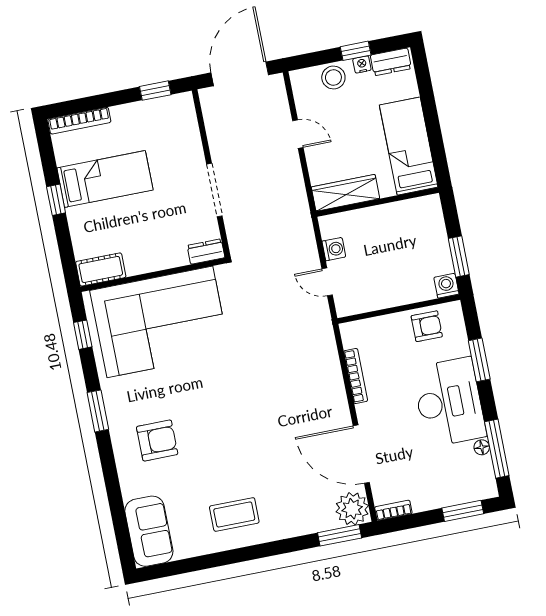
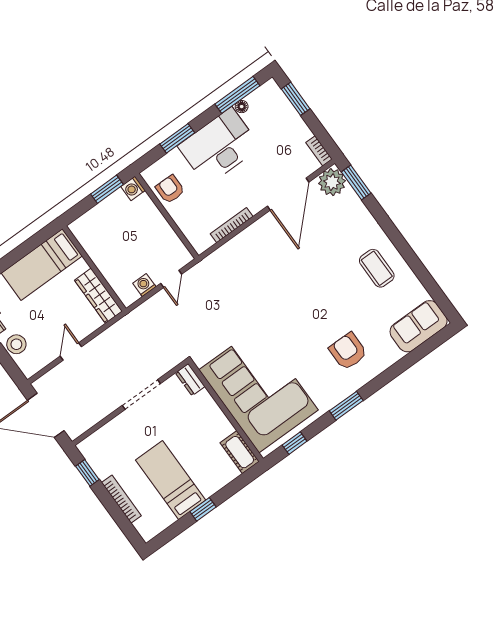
bookcase: (79, 121) -> (121, 499), moved

